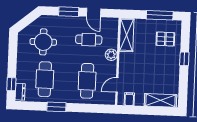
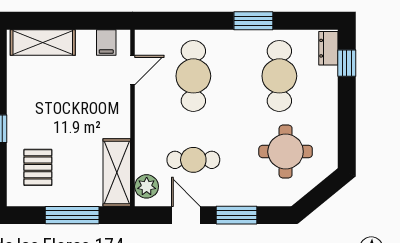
window: (160, 15) -> (72, 215), moved
pallet: (165, 39) -> (38, 167), turned 90
plant: (111, 55) -> (147, 186), moved

